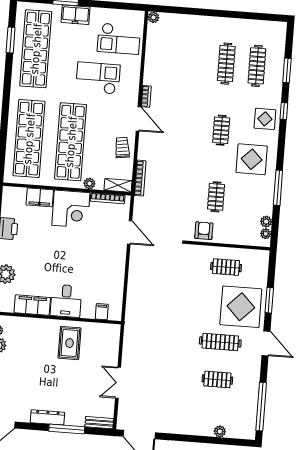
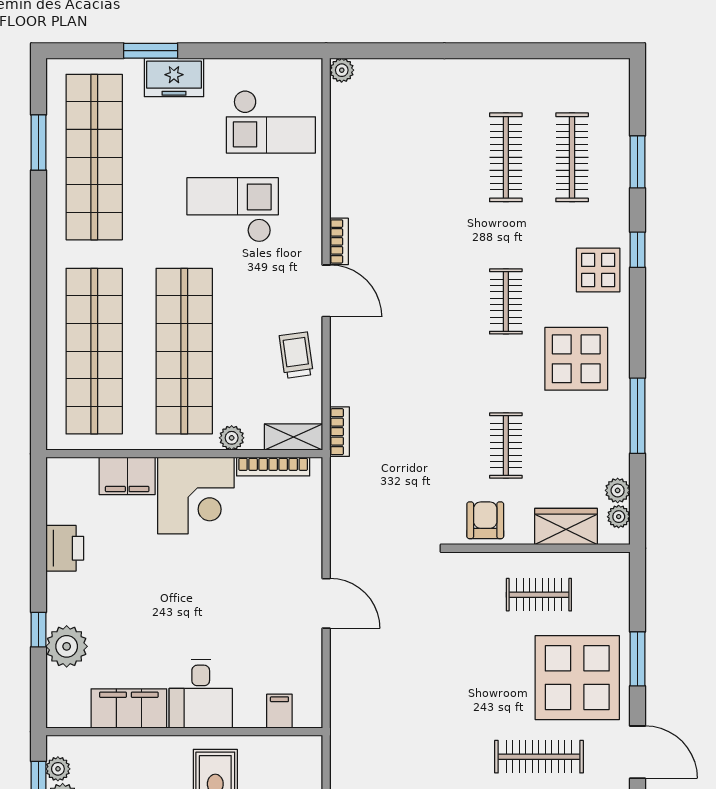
bookcase: (140, 178) -> (340, 432), width x0.64
door: (130, 232) -> (326, 603), moved
wardrobe: (241, 236) -> (566, 527), added

